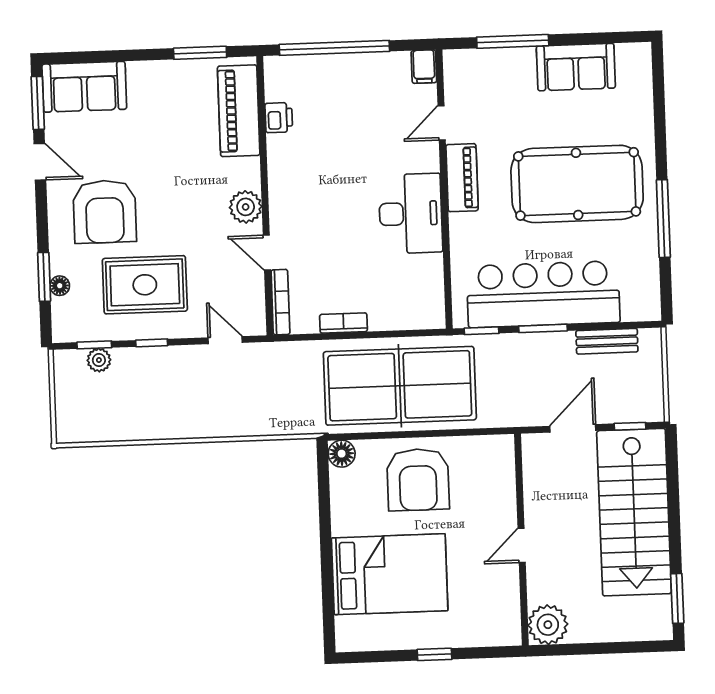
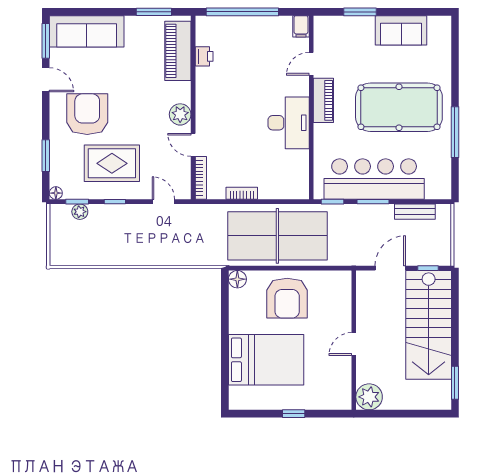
window: (513, 41) -> (360, 12), width x0.69
sofa: (84, 87) -> (87, 31), width x1.36
armchair: (105, 212) -> (87, 114), turned 180
floor lamp: (60, 286) -> (56, 193), moved

